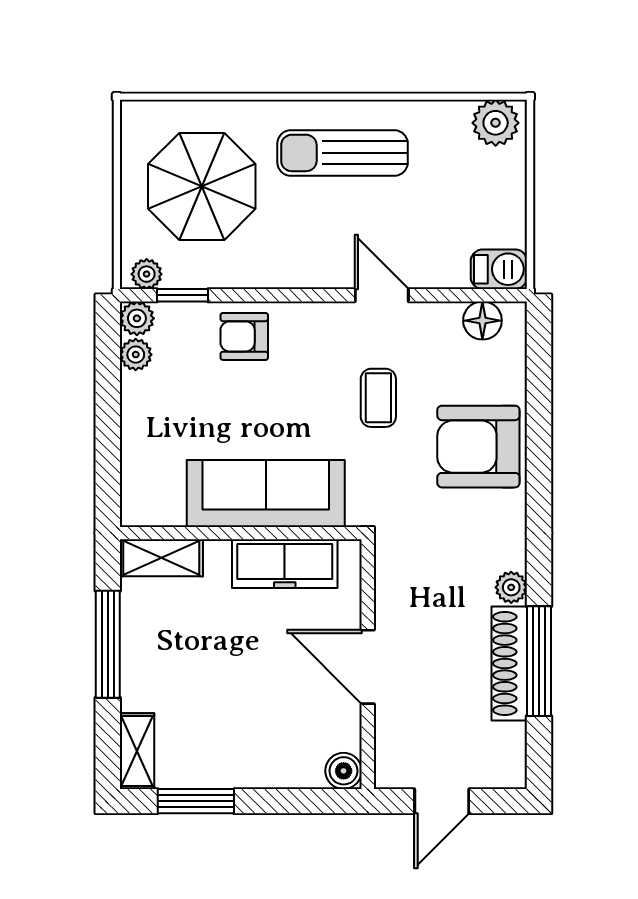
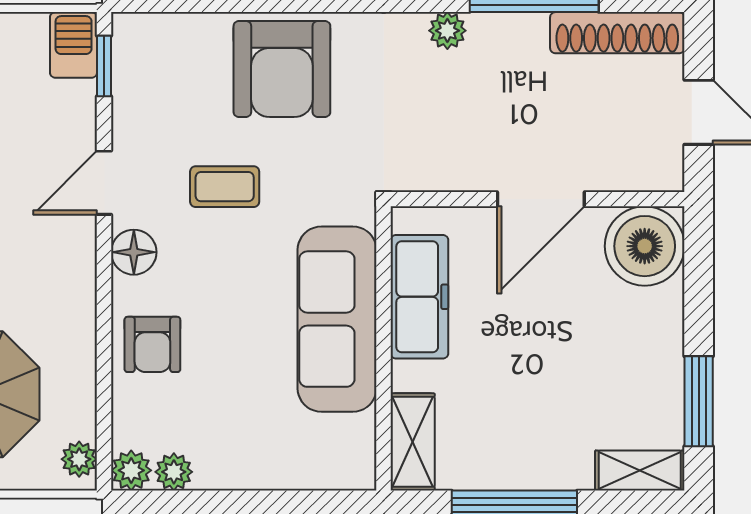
window: (183, 295) -> (104, 66), moved
floor lamp: (482, 321) -> (134, 252), moved
shoe rack: (509, 663) -> (617, 33), moved
boiler: (344, 771) -> (645, 246), width x1.86, depth x1.86

